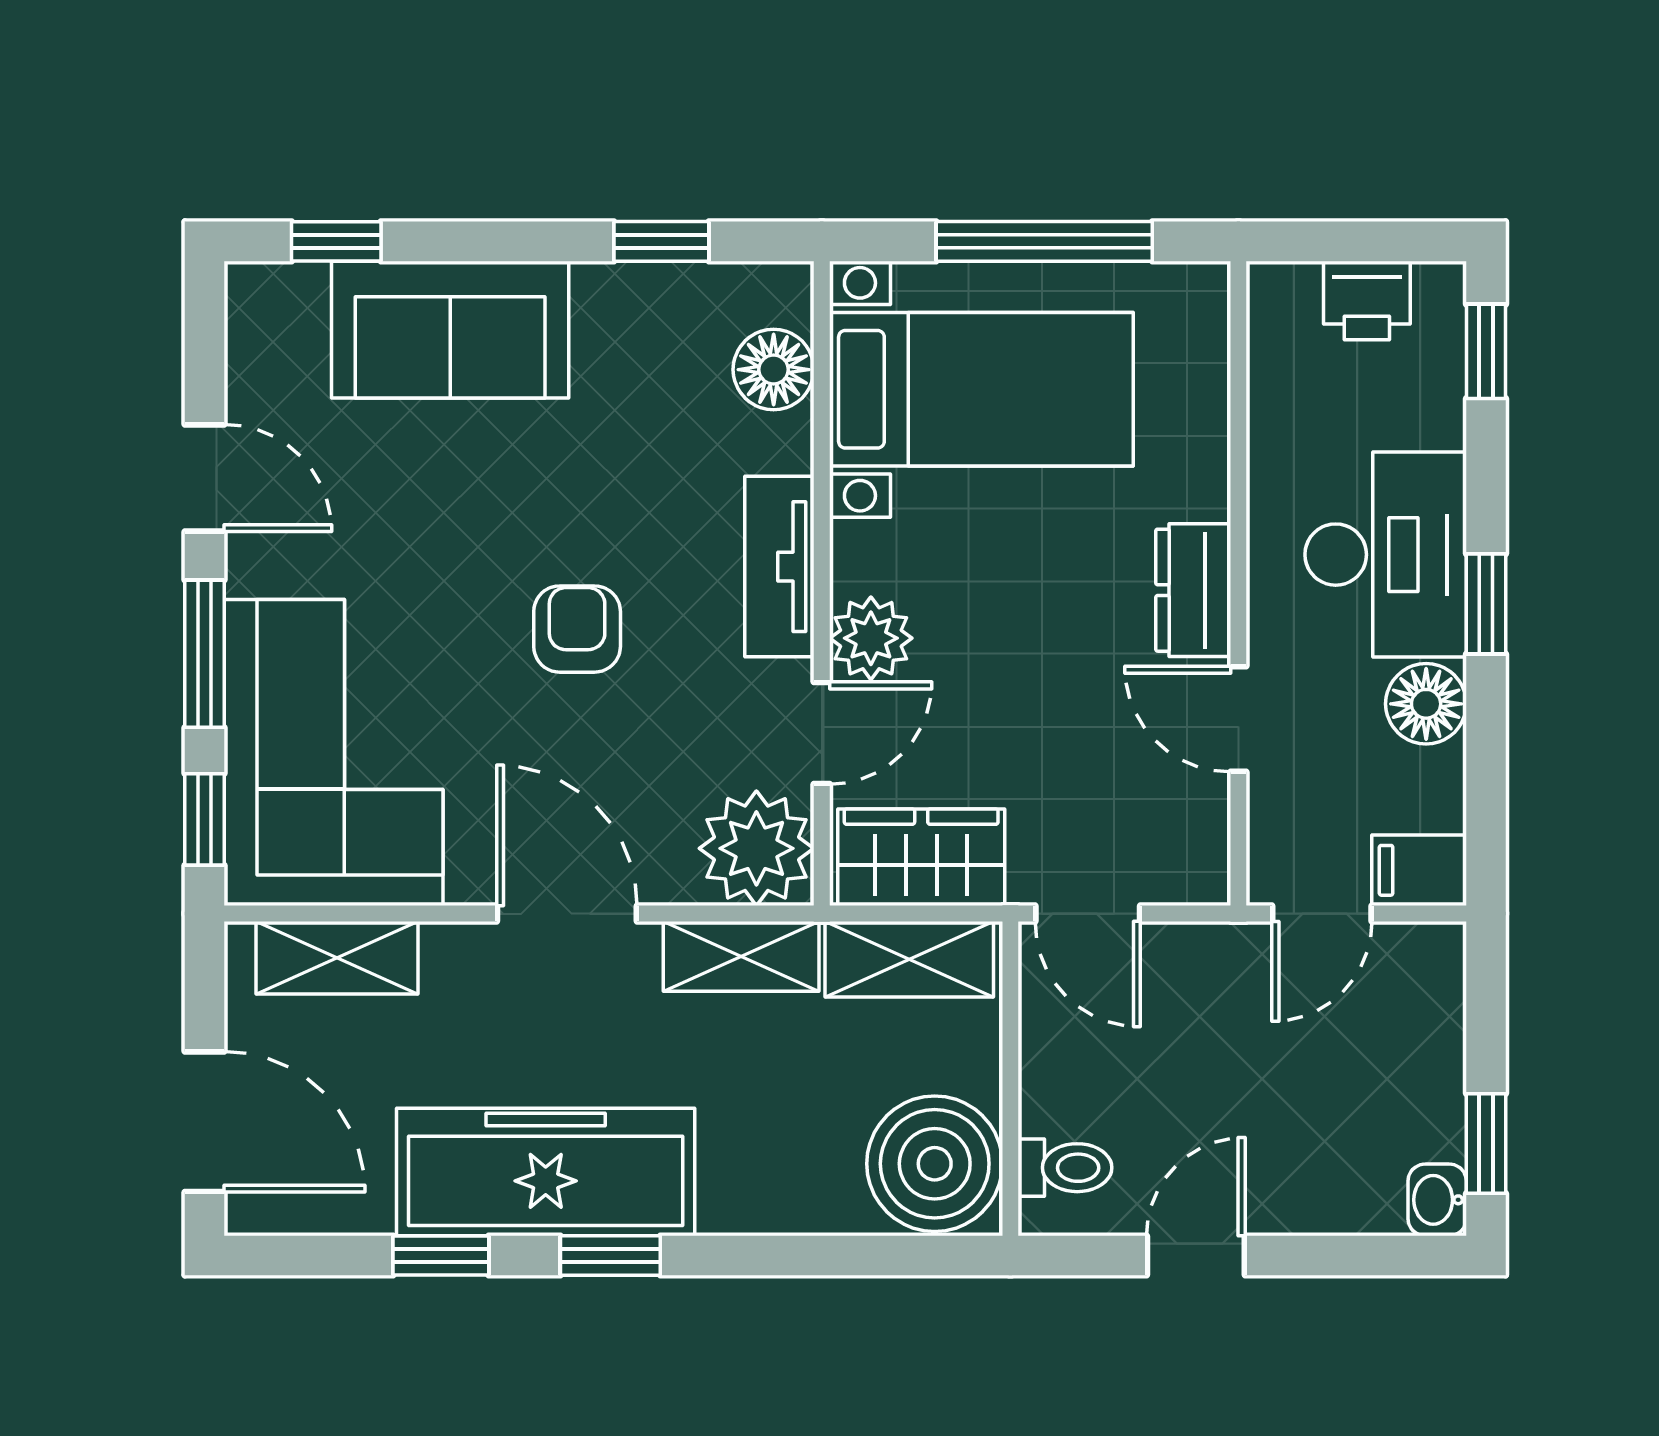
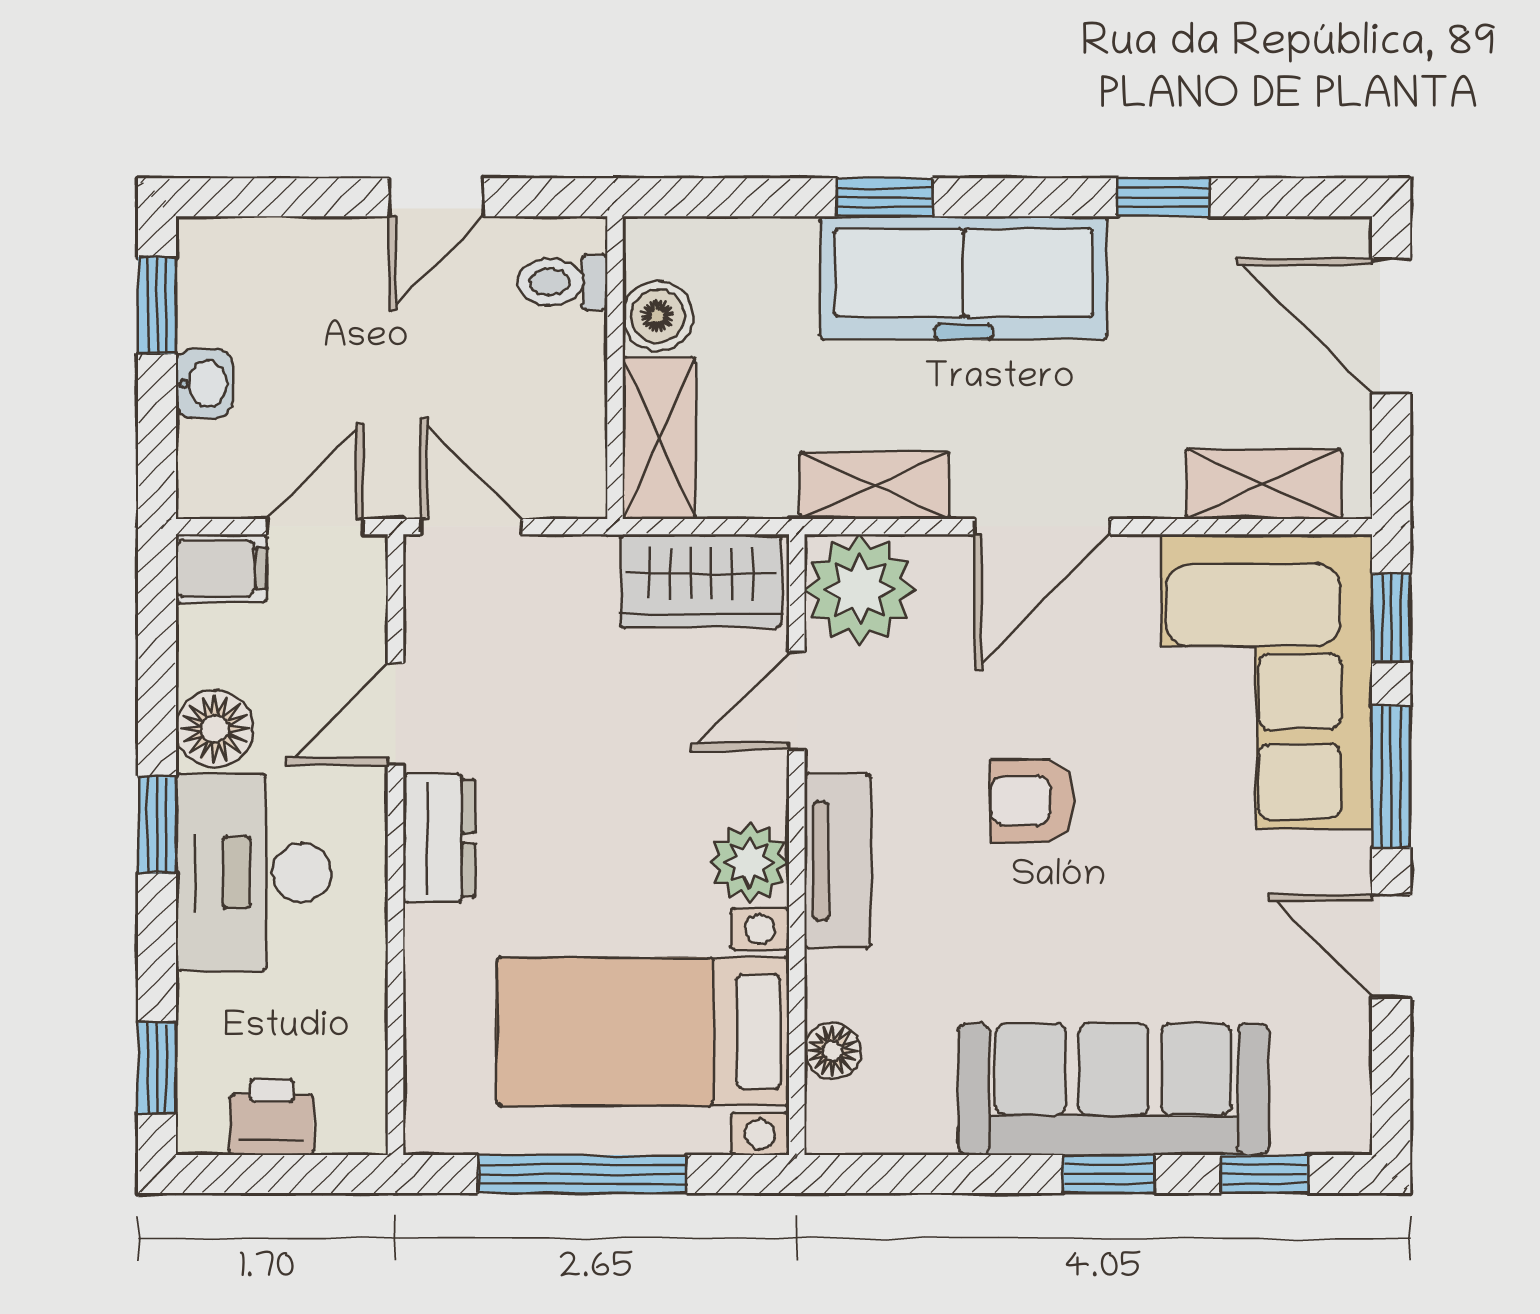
window: (661, 241) -> (1109, 1174), moved
sofa: (450, 330) -> (1114, 1089), width x1.36
floor lamp: (774, 370) -> (833, 1051), width x0.73, depth x0.73
armchair: (577, 629) -> (1032, 801), turned 90
plant: (871, 638) -> (749, 862), moved
door: (1238, 719) -> (395, 714), swing flipped
door: (567, 914) -> (1042, 527), hinge flipped
door: (1088, 914) -> (471, 527), moved
shelving: (909, 959) -> (659, 438), moved, turned 90
boiler: (935, 1164) -> (658, 316), width x0.54, depth x0.54
freezer: (546, 1172) -> (964, 278), moved
washbasin: (1437, 1200) -> (204, 384), moved
window: (610, 1256) -> (885, 197), moved

